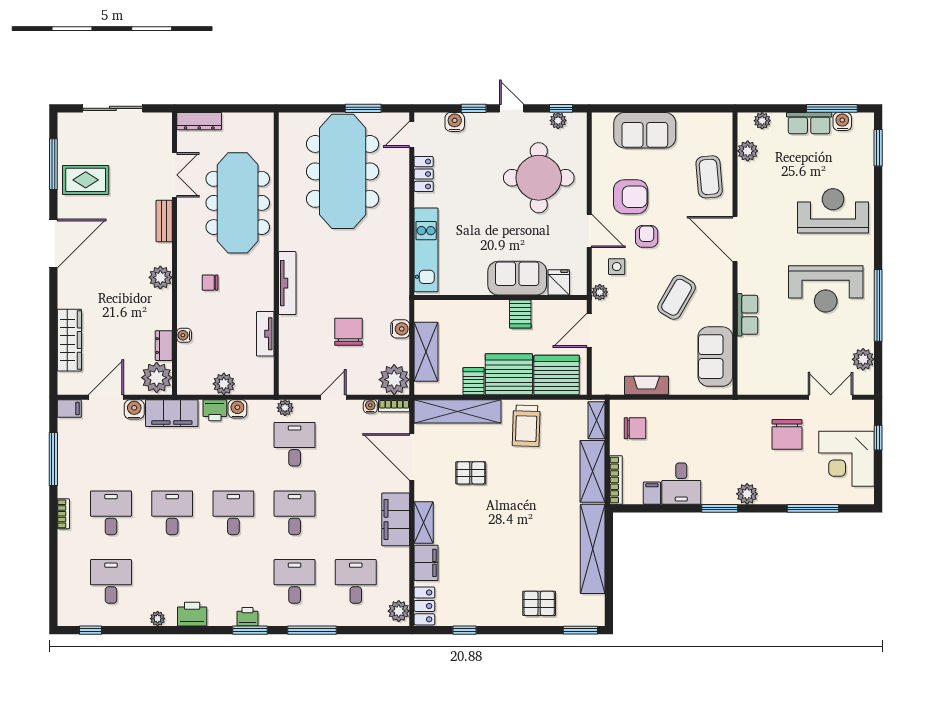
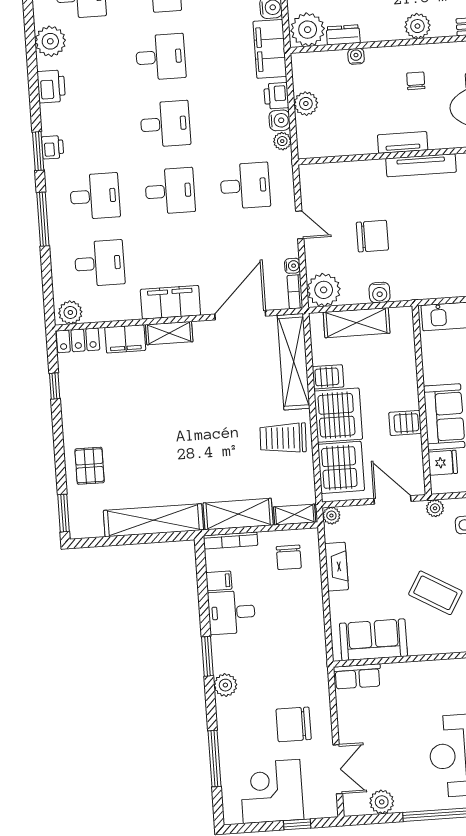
row of seats: (748, 315) -> (357, 676), moved
tv unit: (265, 334) -> (403, 142), moved
plant: (600, 387) -> (331, 516), added
plant: (285, 408) -> (282, 141), moved
pallet: (471, 473) -> (227, 381), removed
plant: (158, 619) -> (50, 41), width x1.88, depth x1.88

